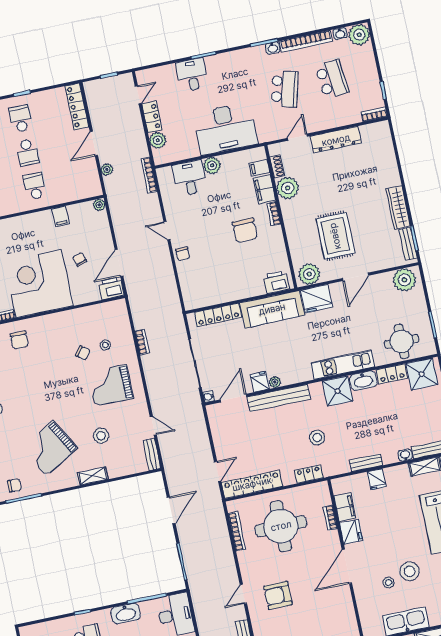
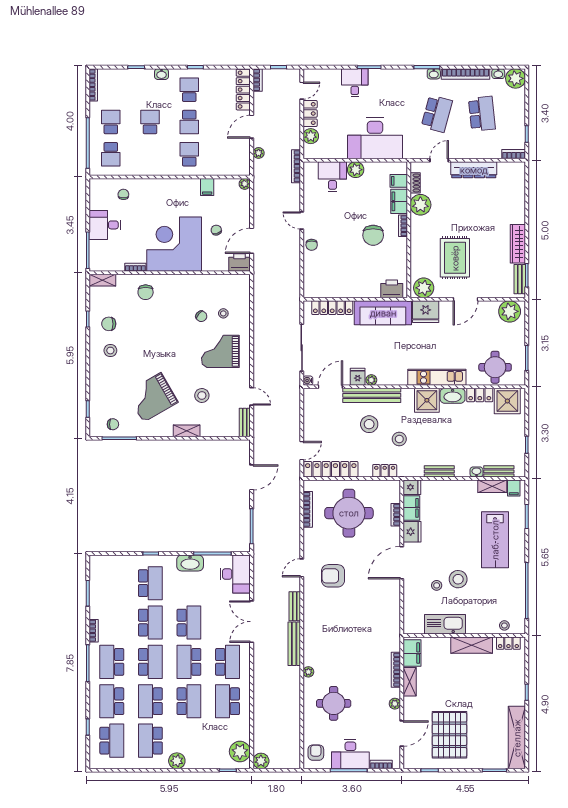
bookcase: (142, 342) -> (258, 80), moved
stool: (282, 429) -> (369, 424), added
fridge: (377, 479) -> (412, 487), moved, turned -90

